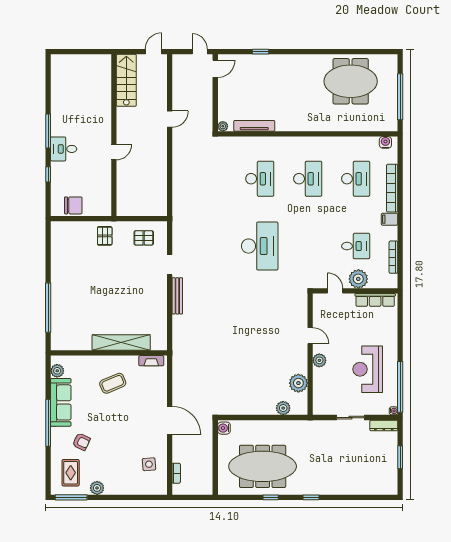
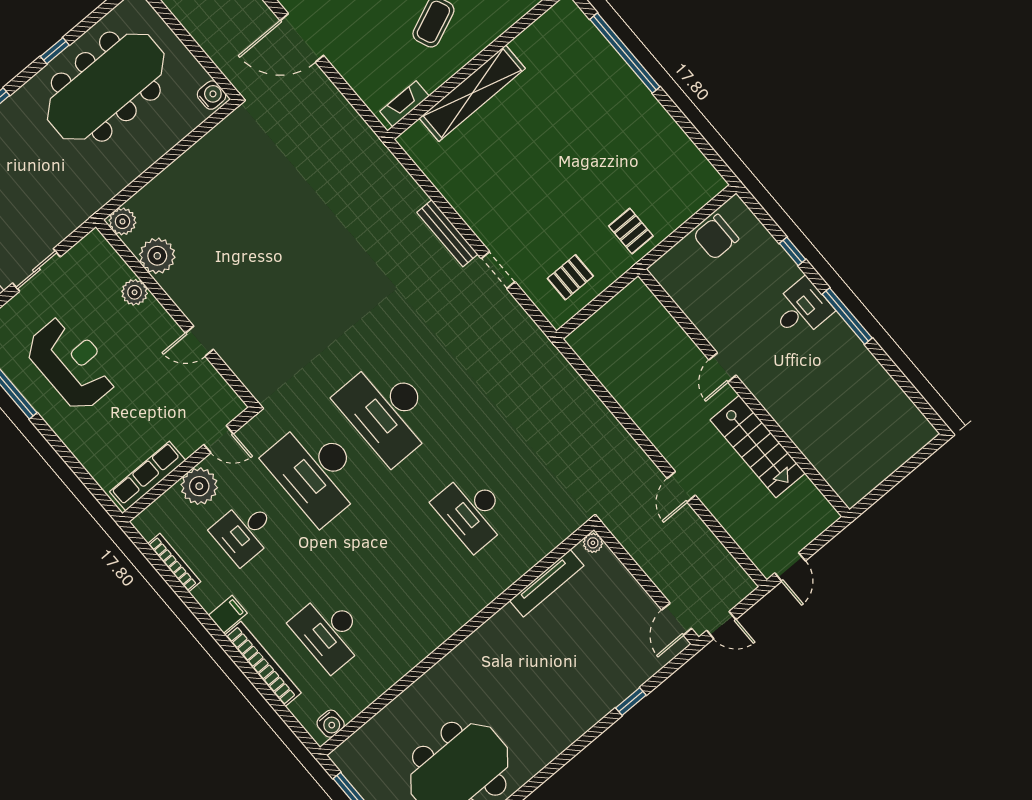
stairs: (126, 80) -> (758, 447), moved
desk: (308, 179) -> (316, 471), moved, width x1.36, depth x1.30
plant: (319, 360) -> (135, 292), moved
plant: (283, 408) -> (122, 221), moved

